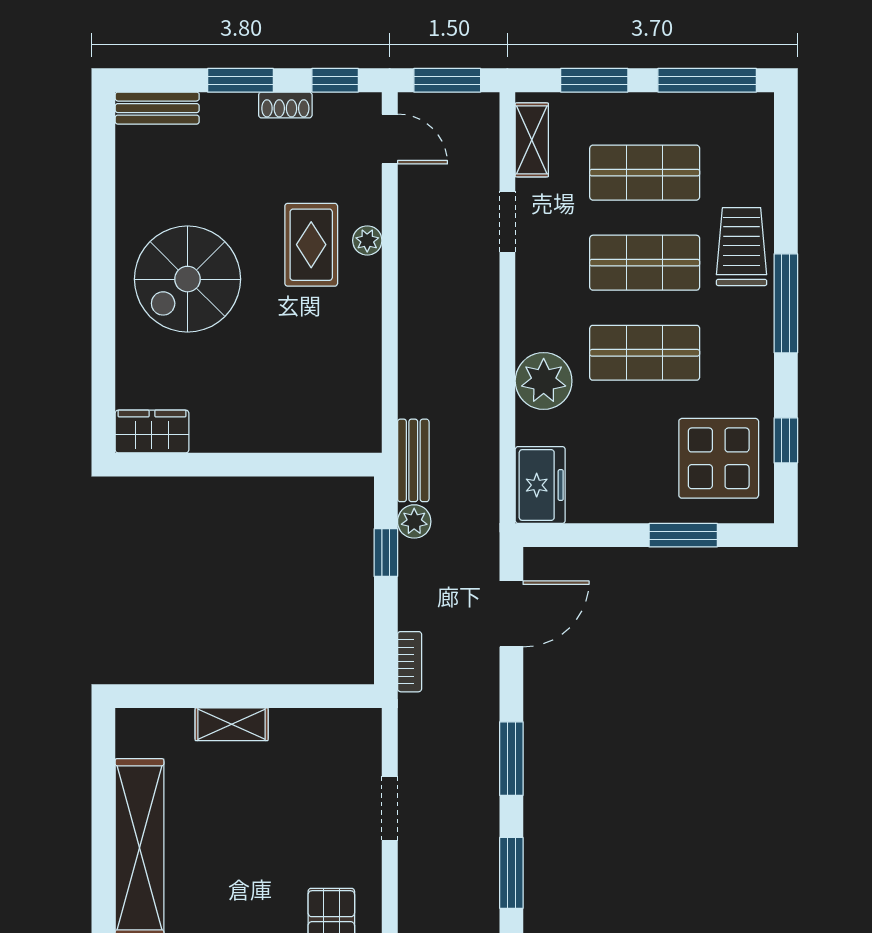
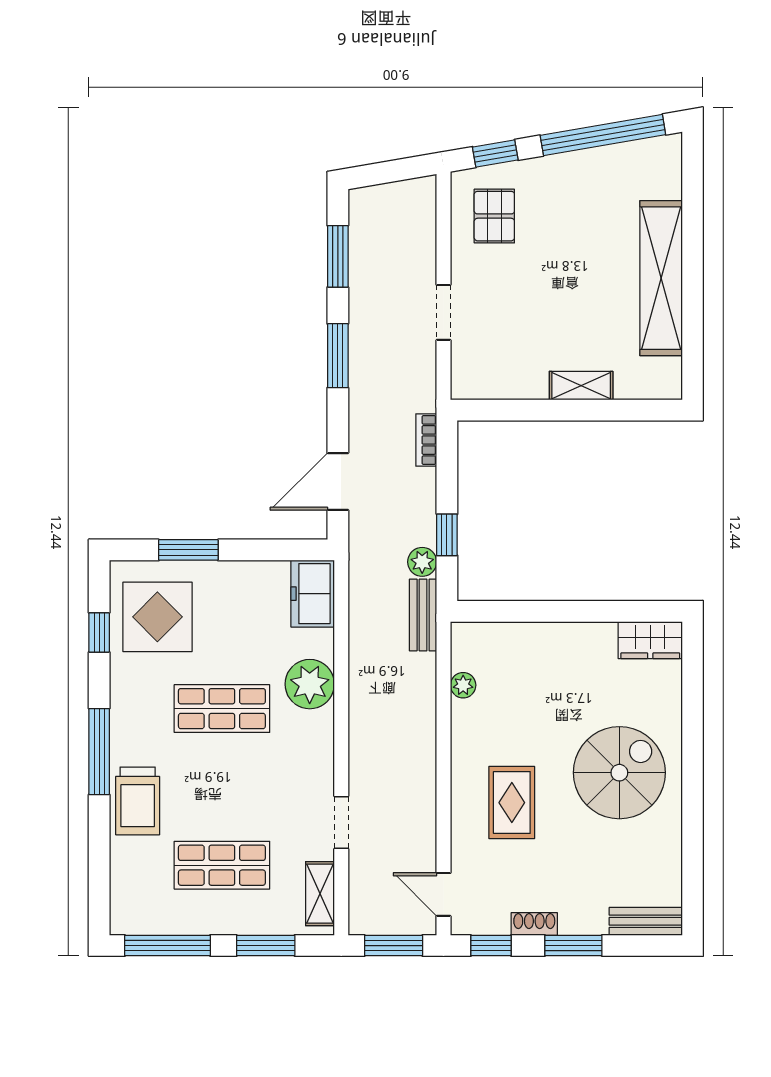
plant: (367, 240) -> (463, 685), moved
shop shelf: (645, 263) -> (222, 787), removed

